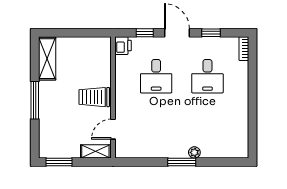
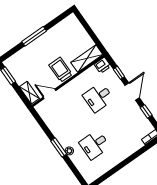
shelving: (47, 59) -> (87, 59), moved
desk: (207, 76) -> (95, 145), moved

